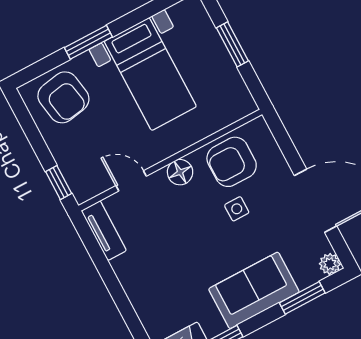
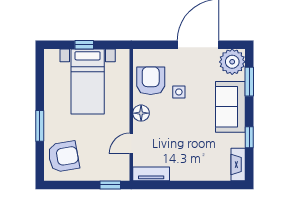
window: (232, 44) -> (84, 45), width x0.67
bed with nightstands: (150, 74) -> (88, 81), moved, turned 90
armchair: (232, 162) -> (151, 81), turned 180
plant: (330, 264) -> (232, 62), width x1.88, depth x1.88

